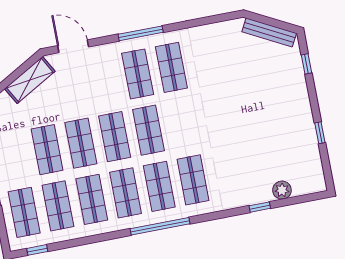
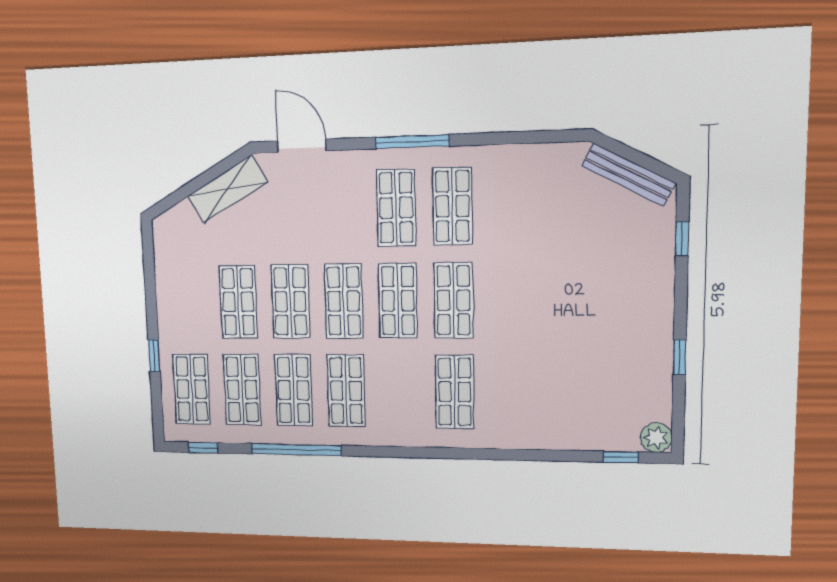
shop shelf: (159, 186) -> (454, 300), moved
plant: (282, 190) -> (656, 438), moved
window: (260, 207) -> (621, 457), moved
window: (160, 226) -> (296, 450), moved

